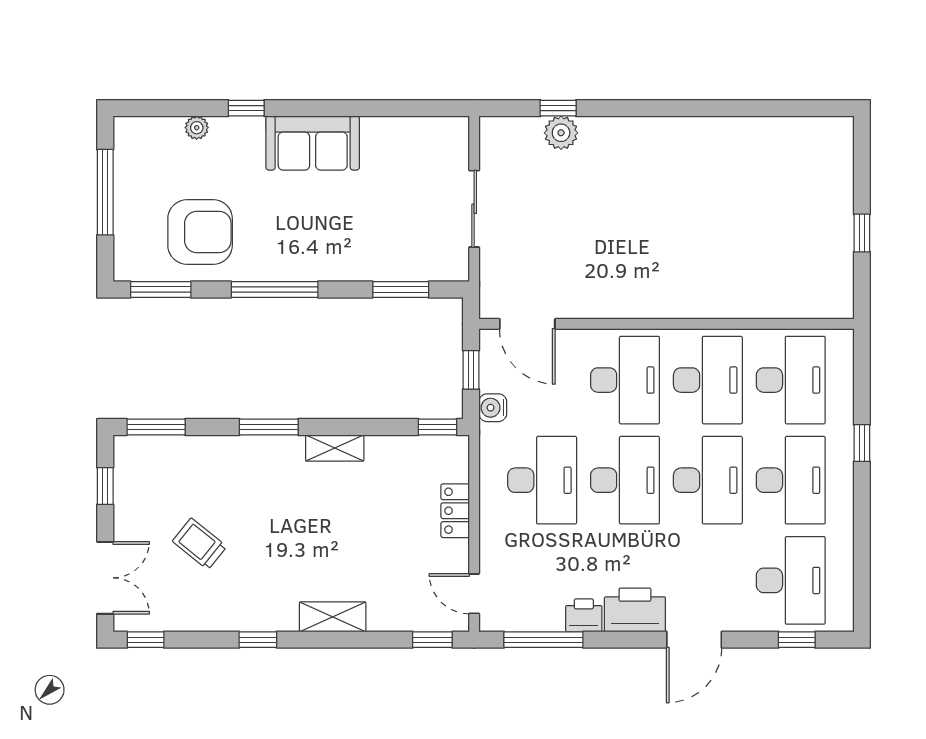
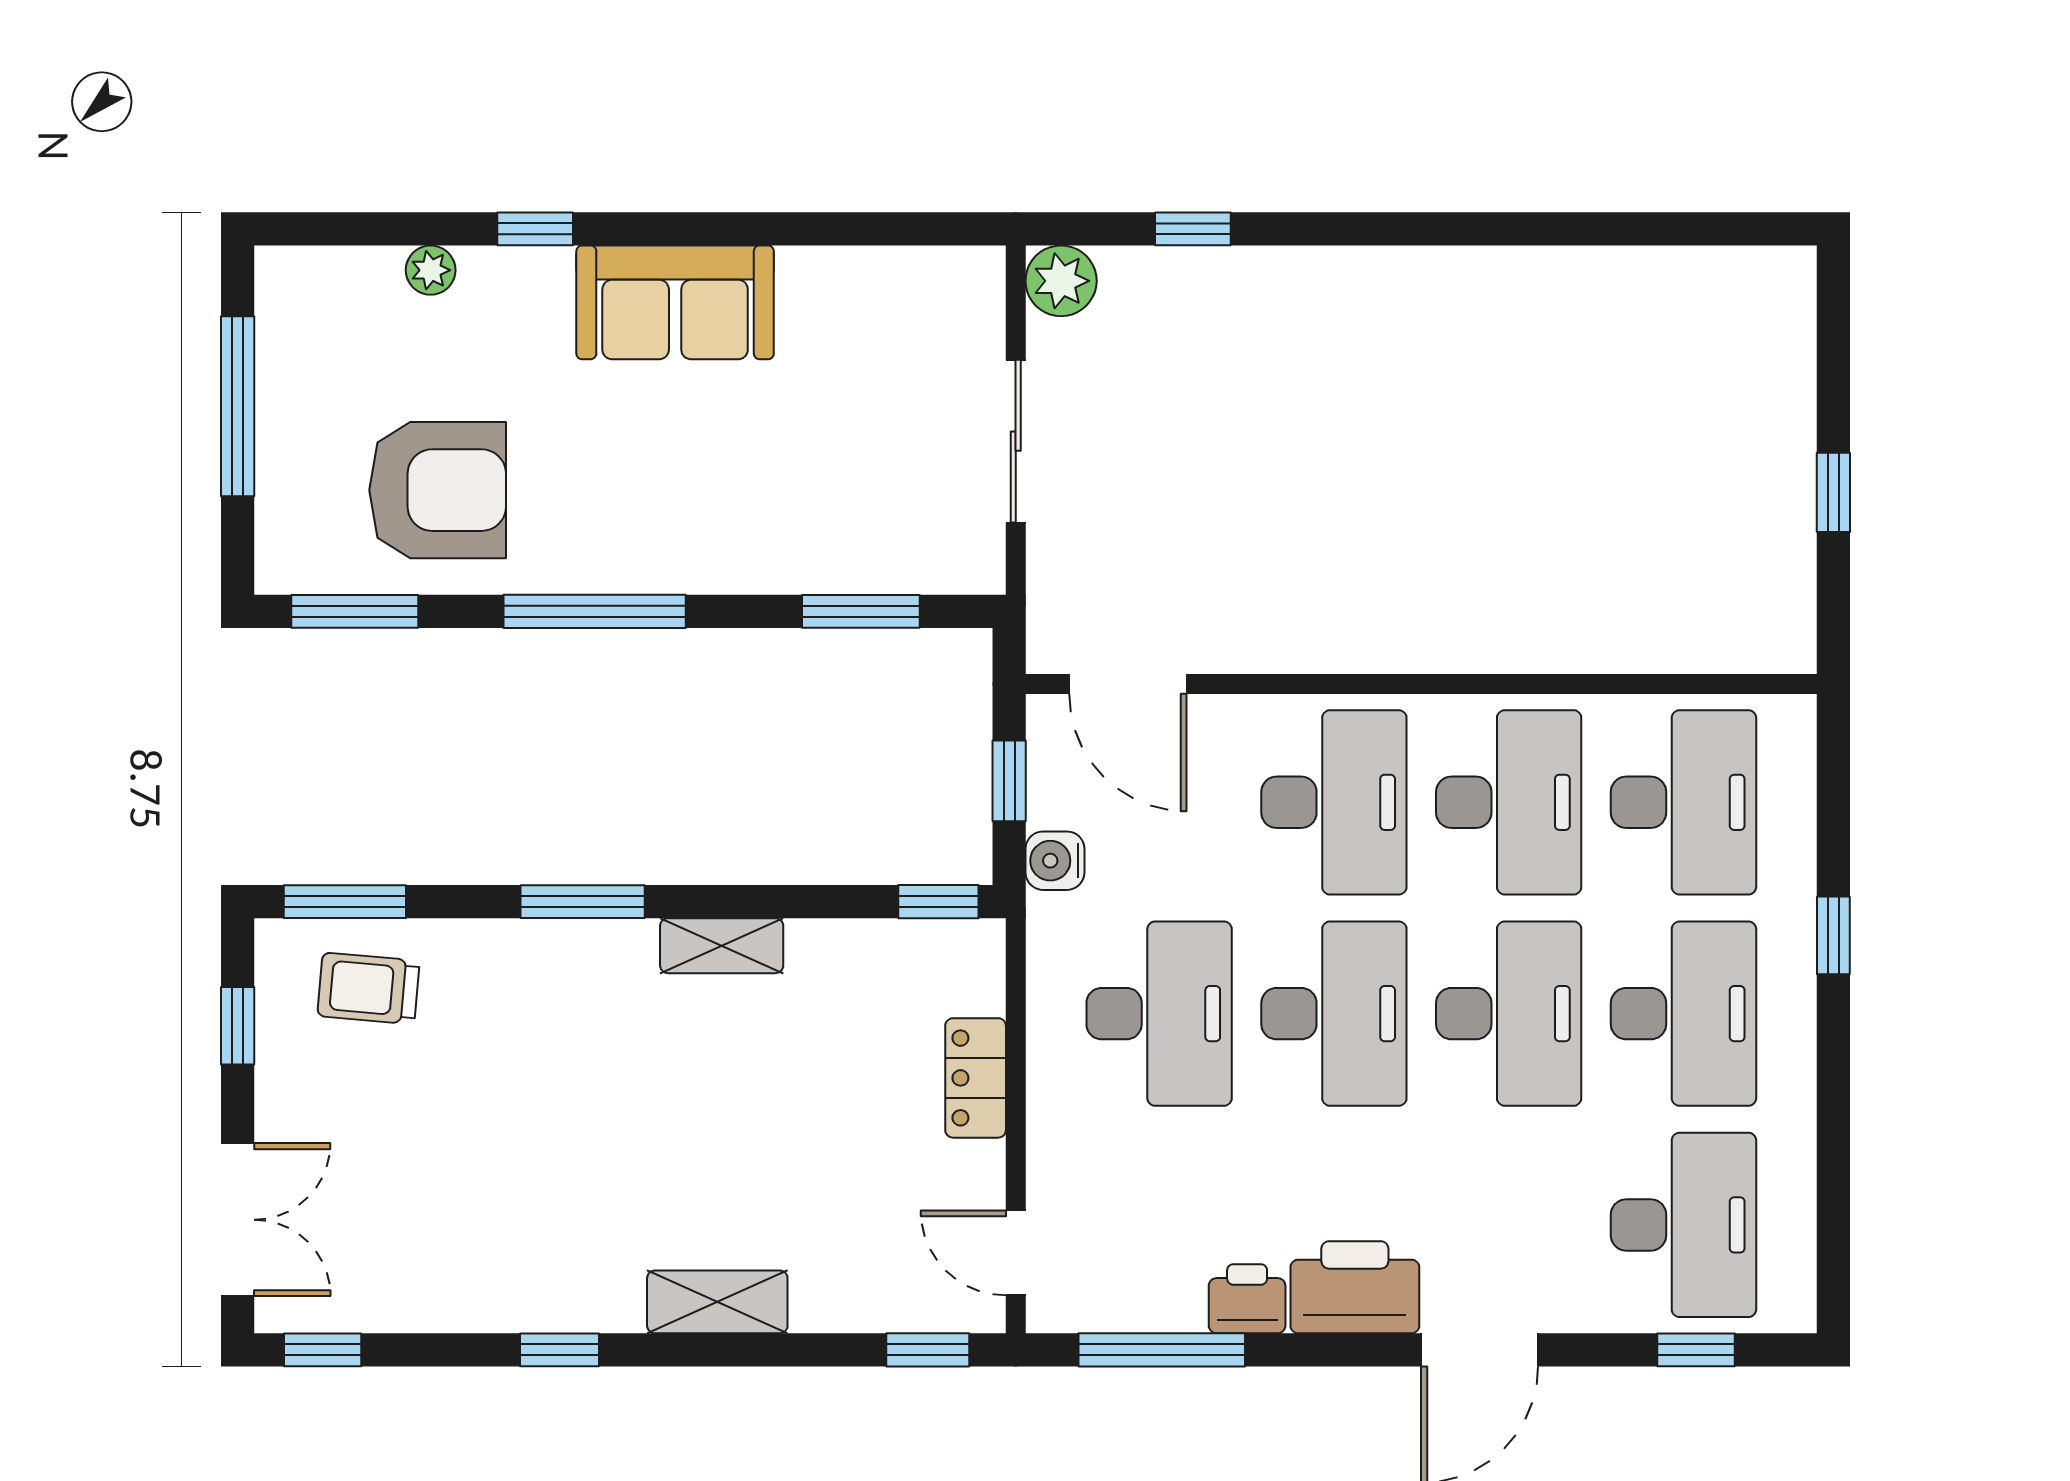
plant: (561, 133) -> (1061, 281), moved
trolley: (200, 544) -> (368, 988), moved, turned -34

